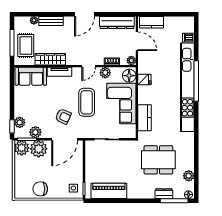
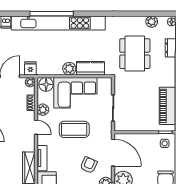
fridge: (144, 80) -> (30, 68), moved
plant: (144, 98) -> (69, 69), added
armchair: (63, 116) -> (89, 165), moved

